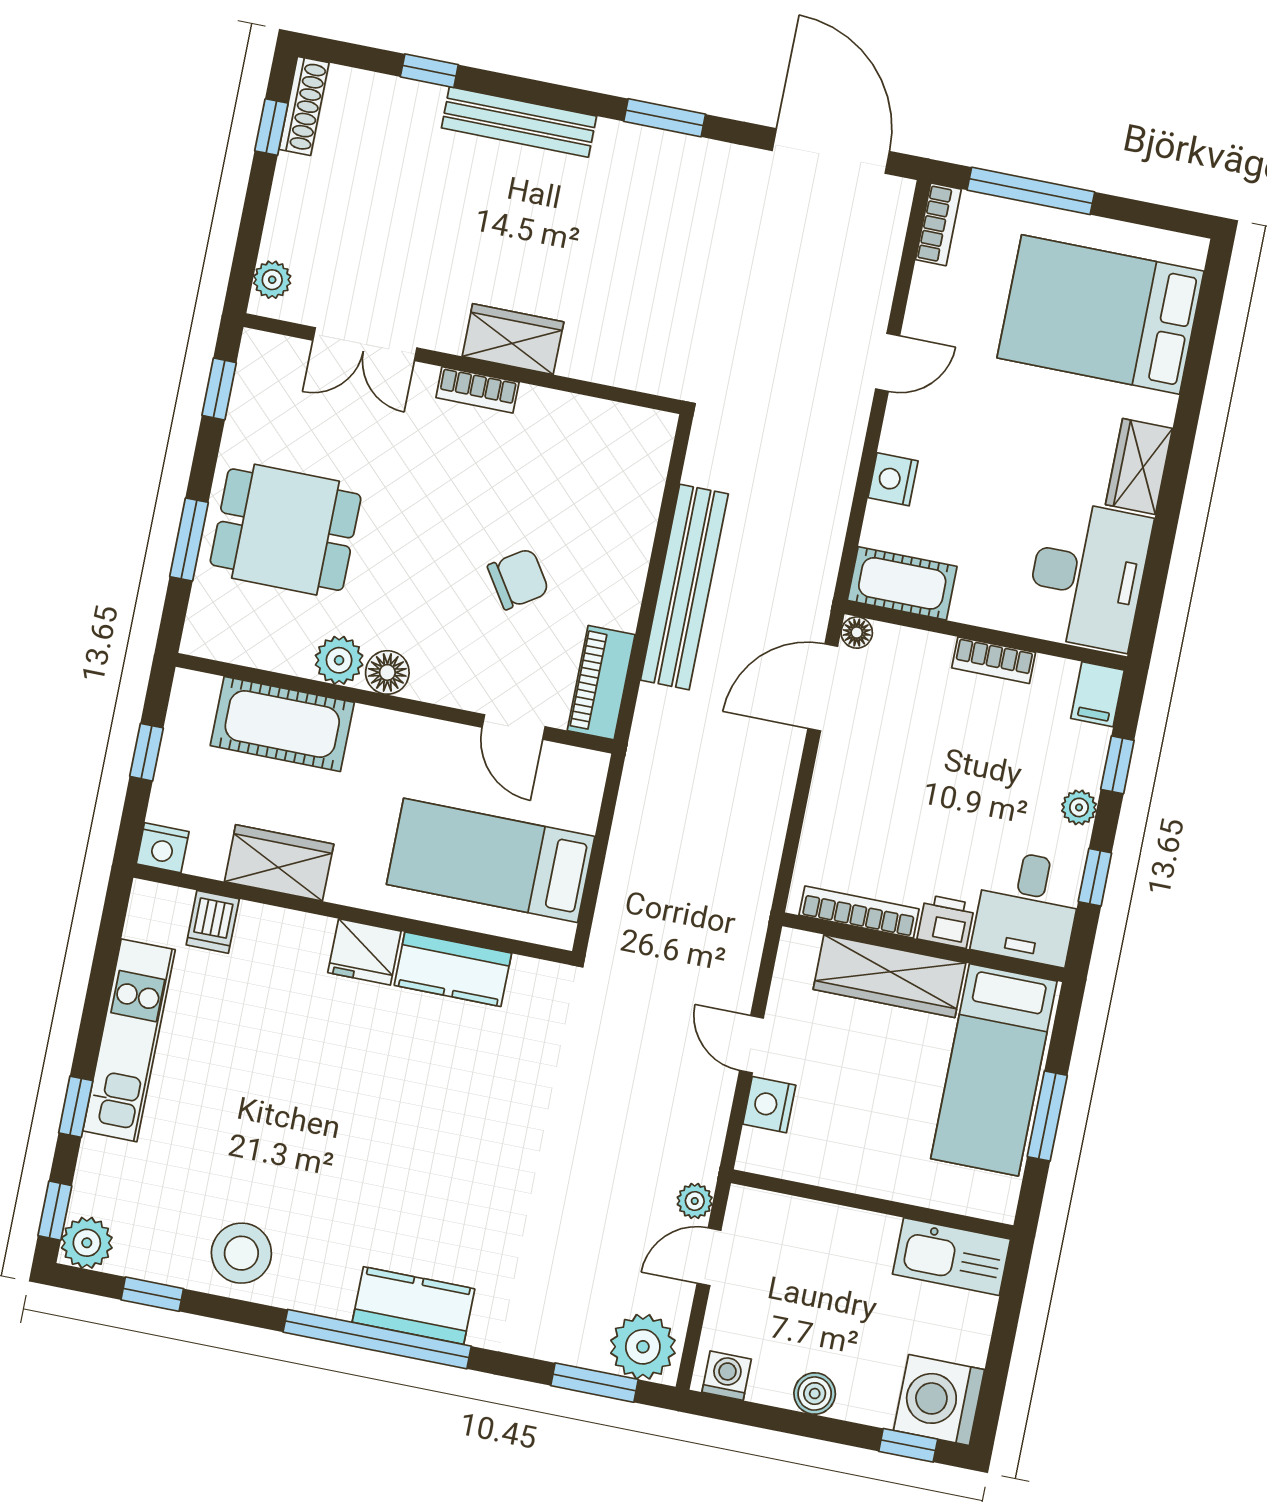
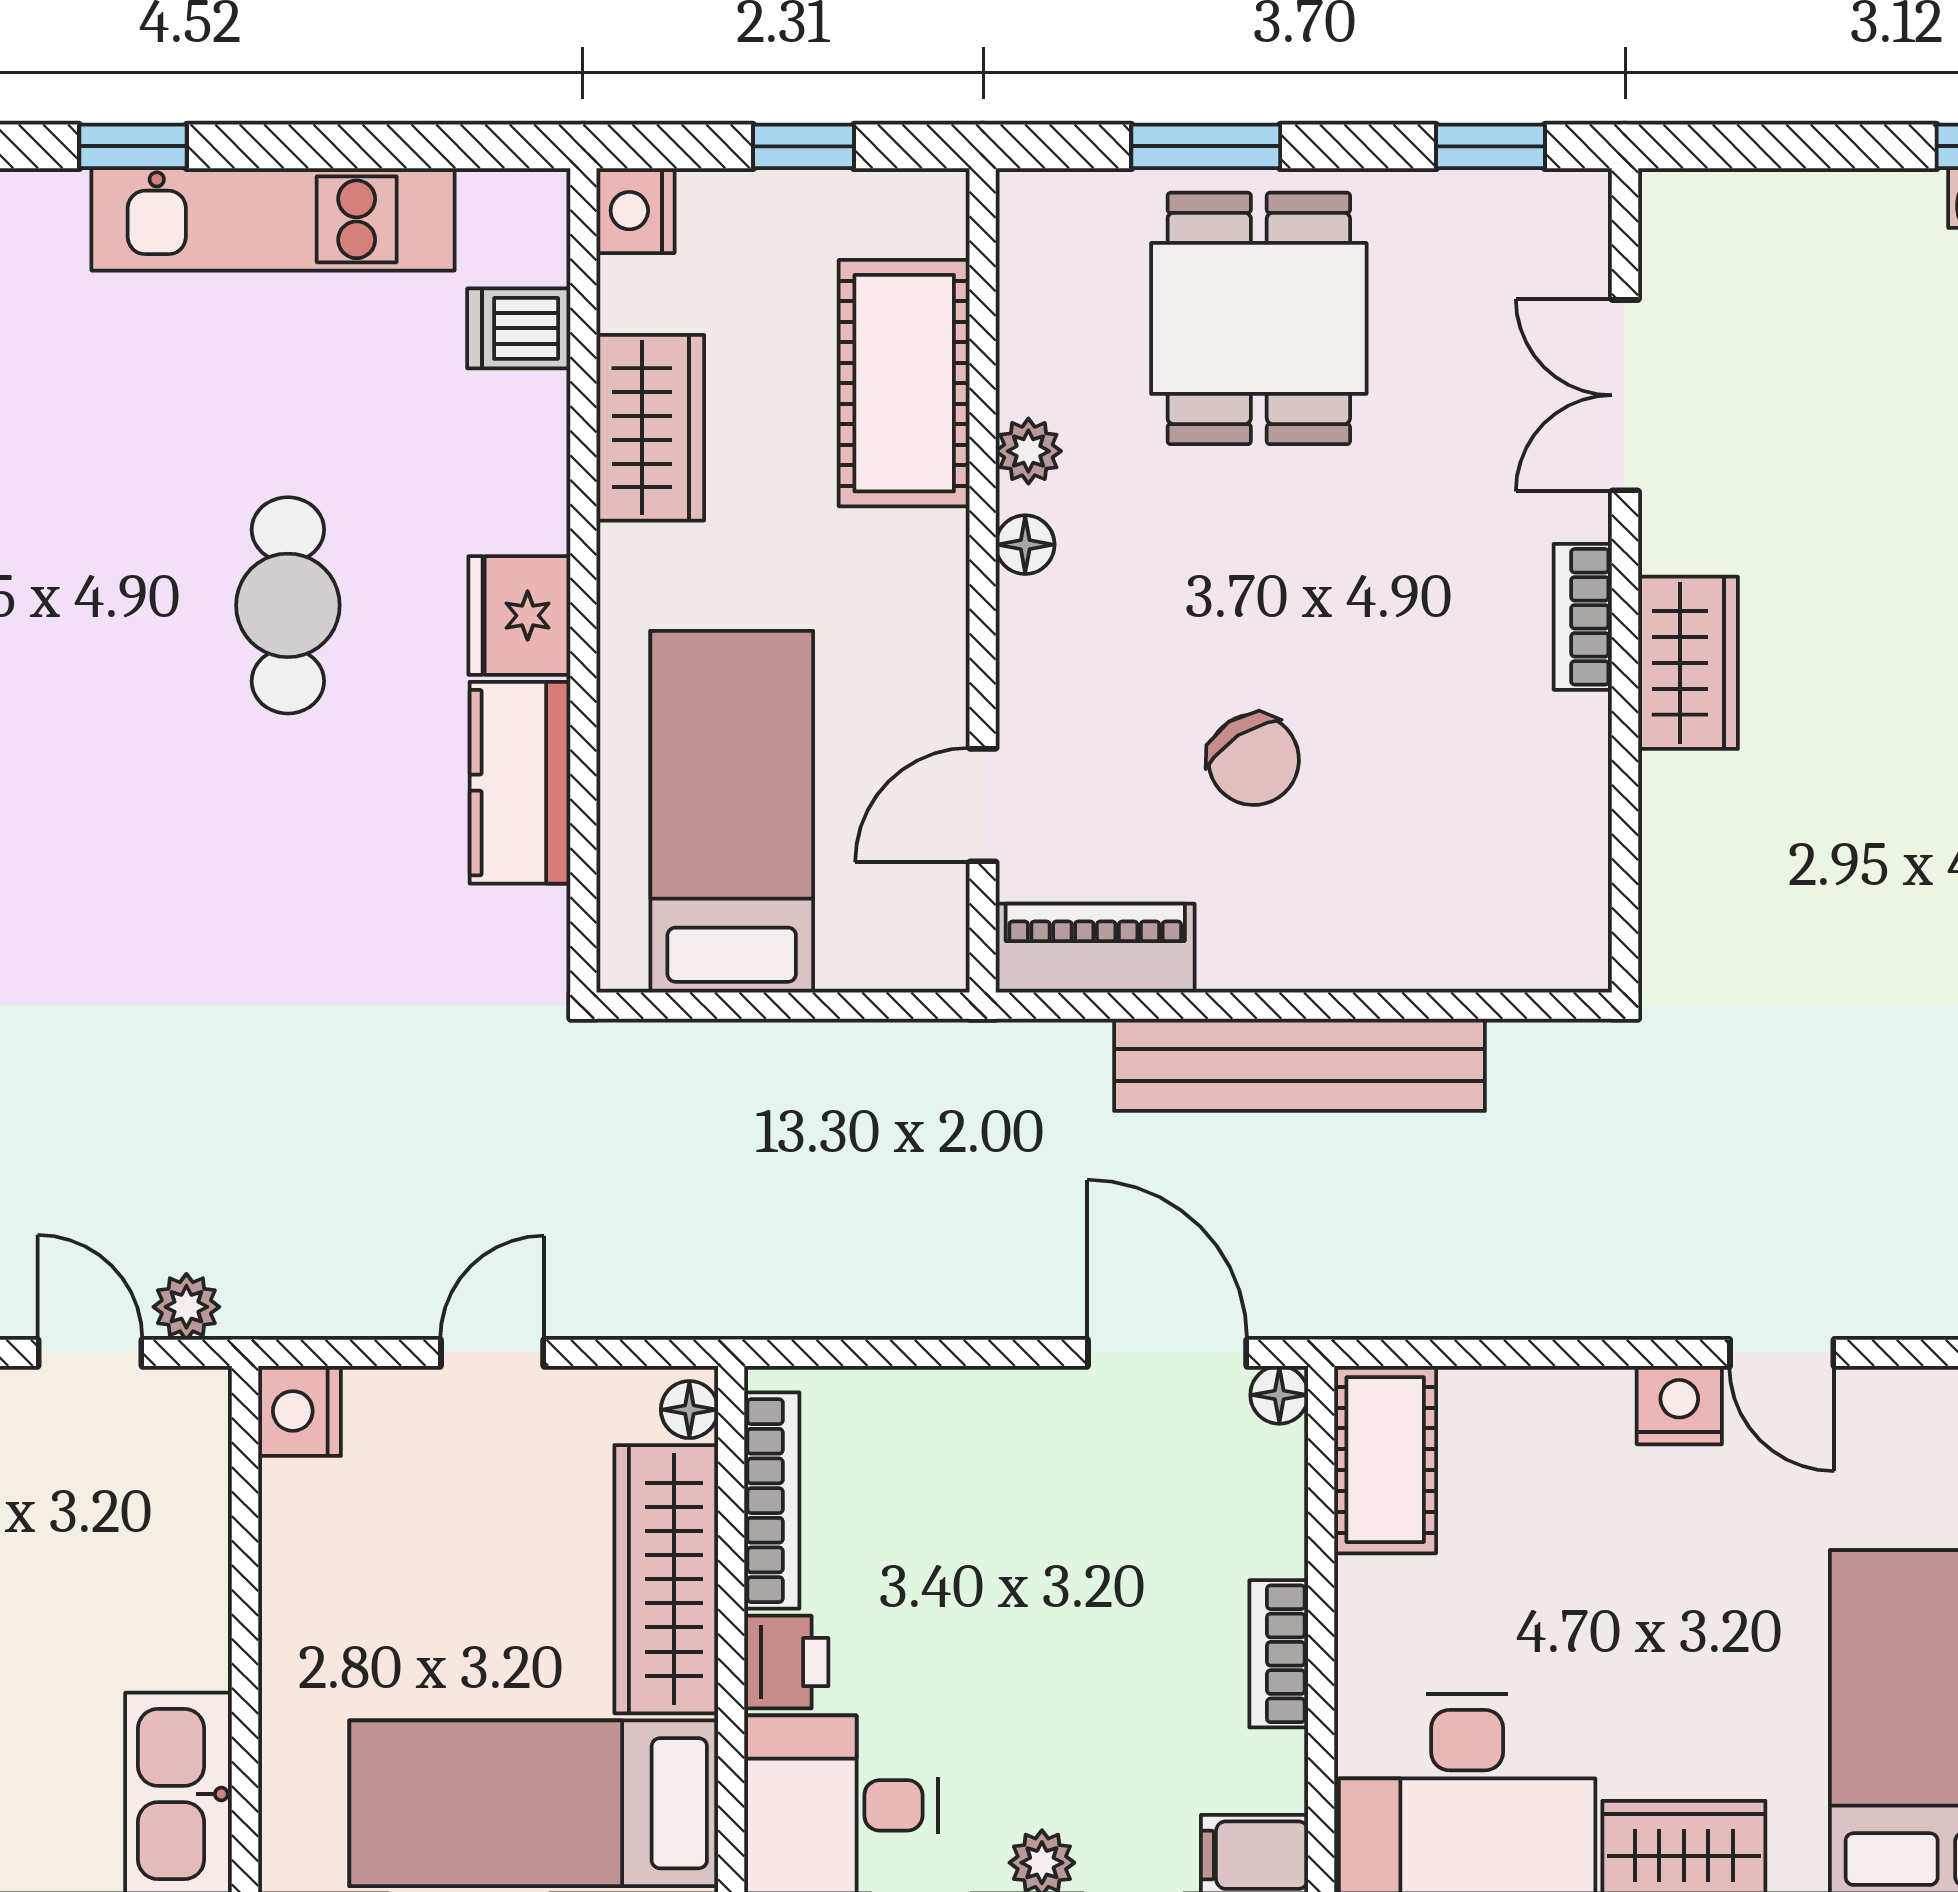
plant: (272, 280) -> (1709, 203), removed
nightstand: (893, 479) -> (1679, 1405), moved
plant: (339, 660) -> (1028, 451), width x0.73, depth x0.73
floor lamp: (387, 672) -> (1025, 545), width x0.73, depth x0.73
floor lamp: (802, 946) -> (689, 1410), added
cafe table: (335, 1073) -> (288, 605), added
nightstand: (769, 1105) -> (299, 1411), moved, turned -90

